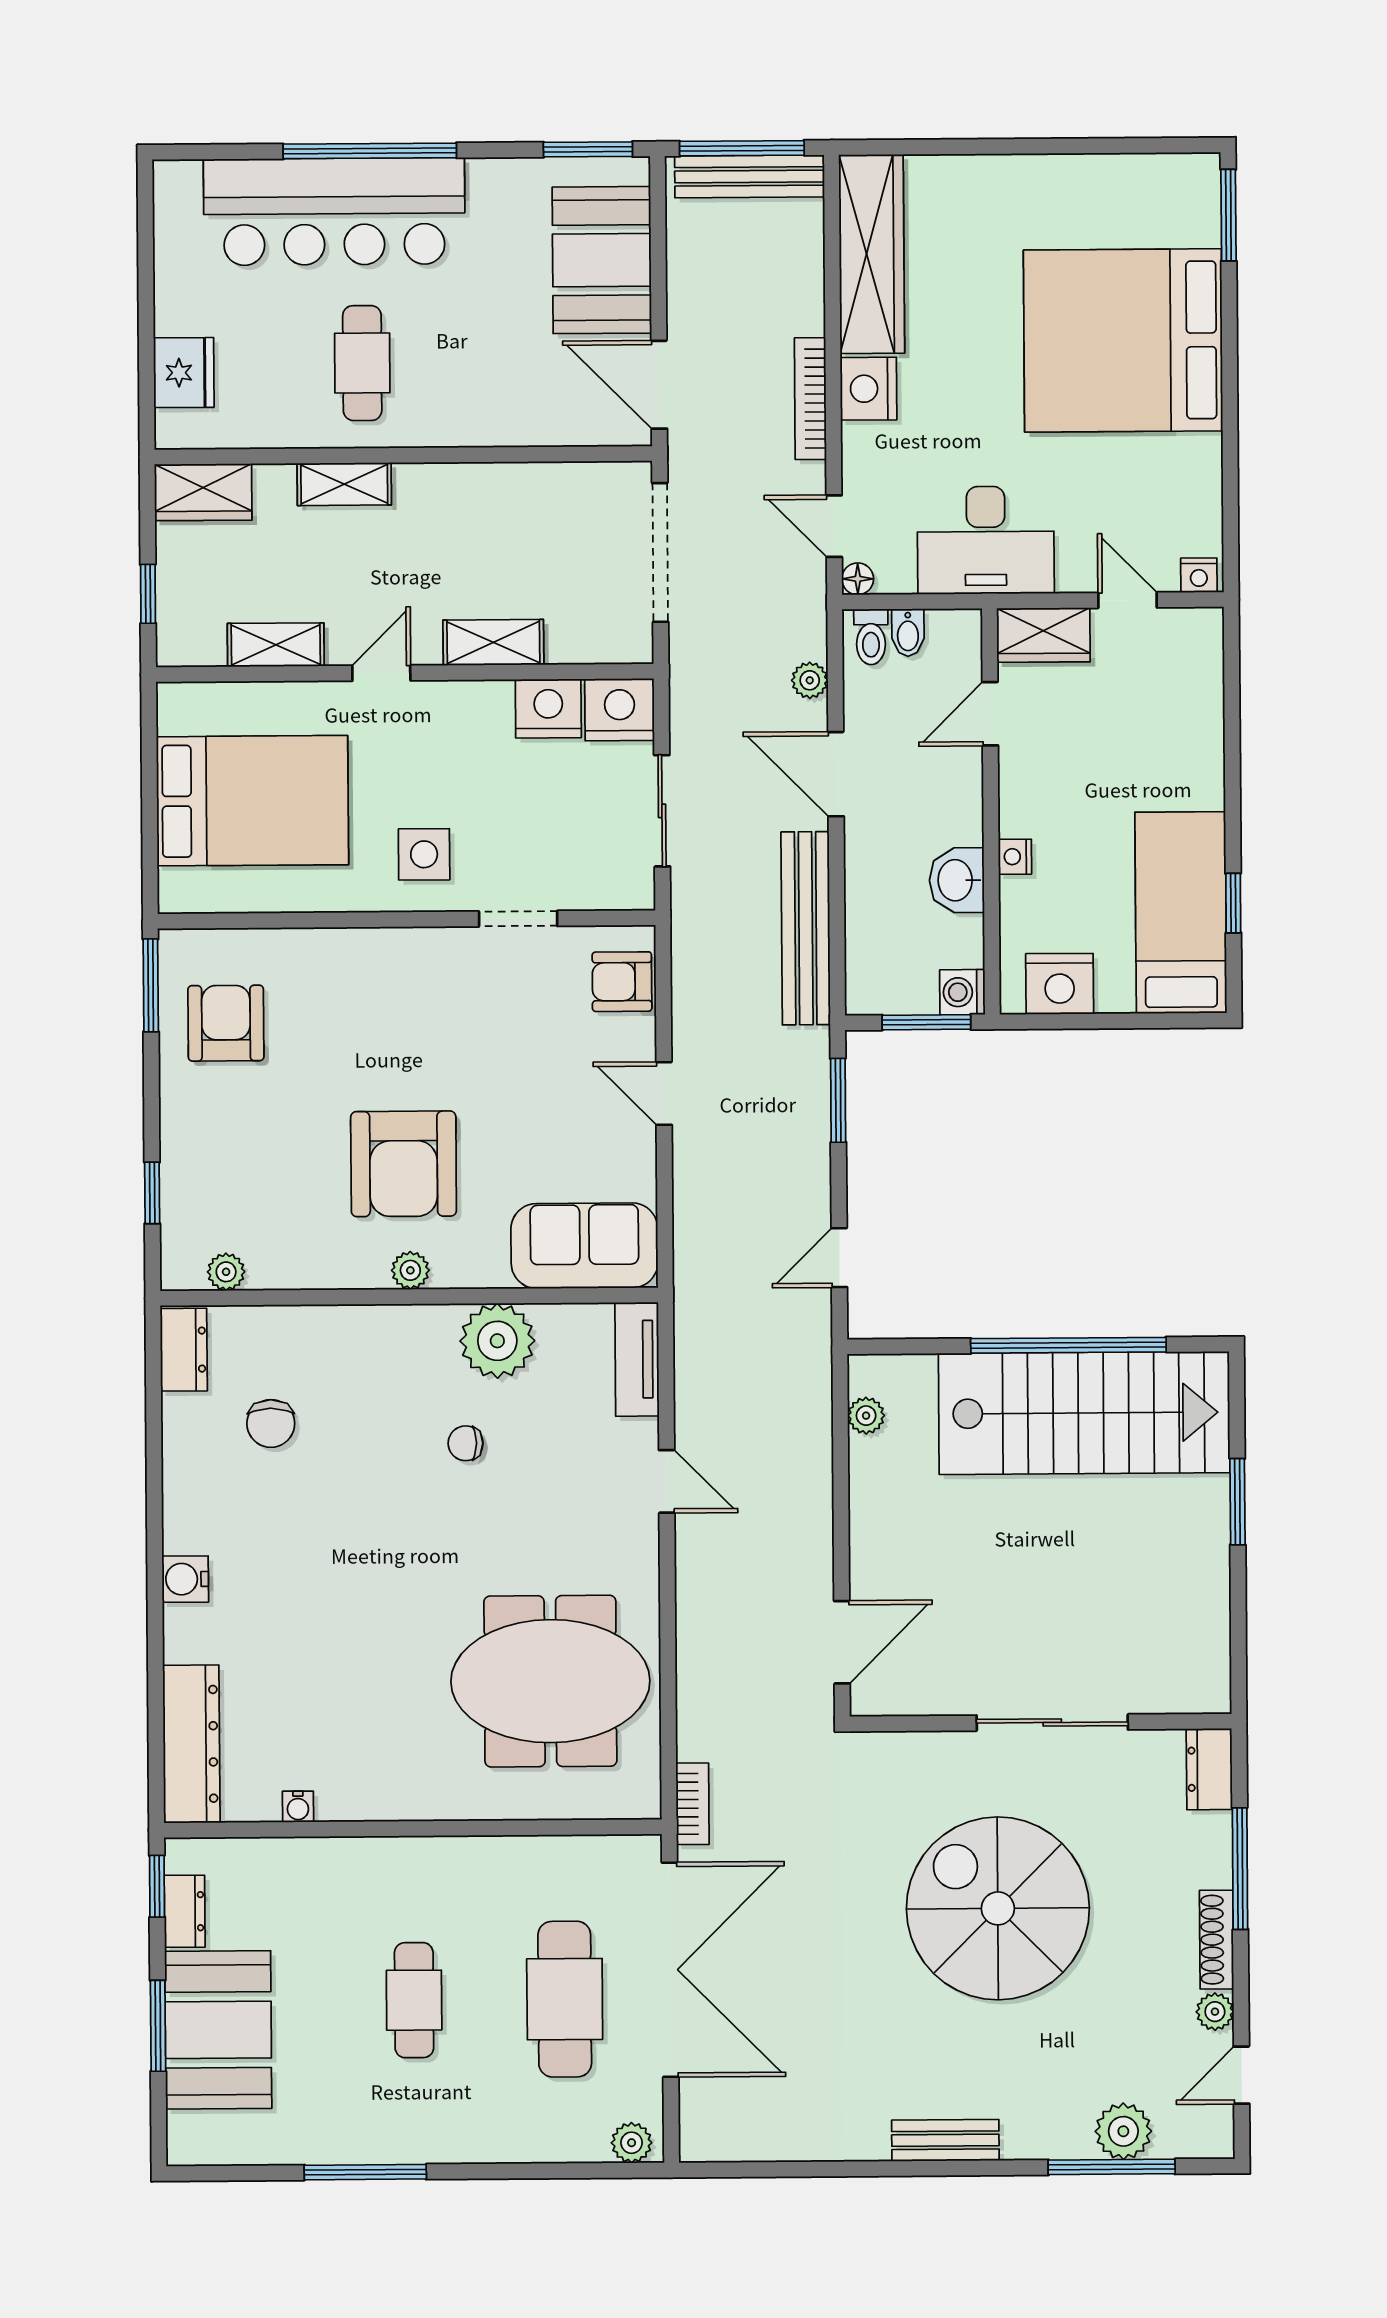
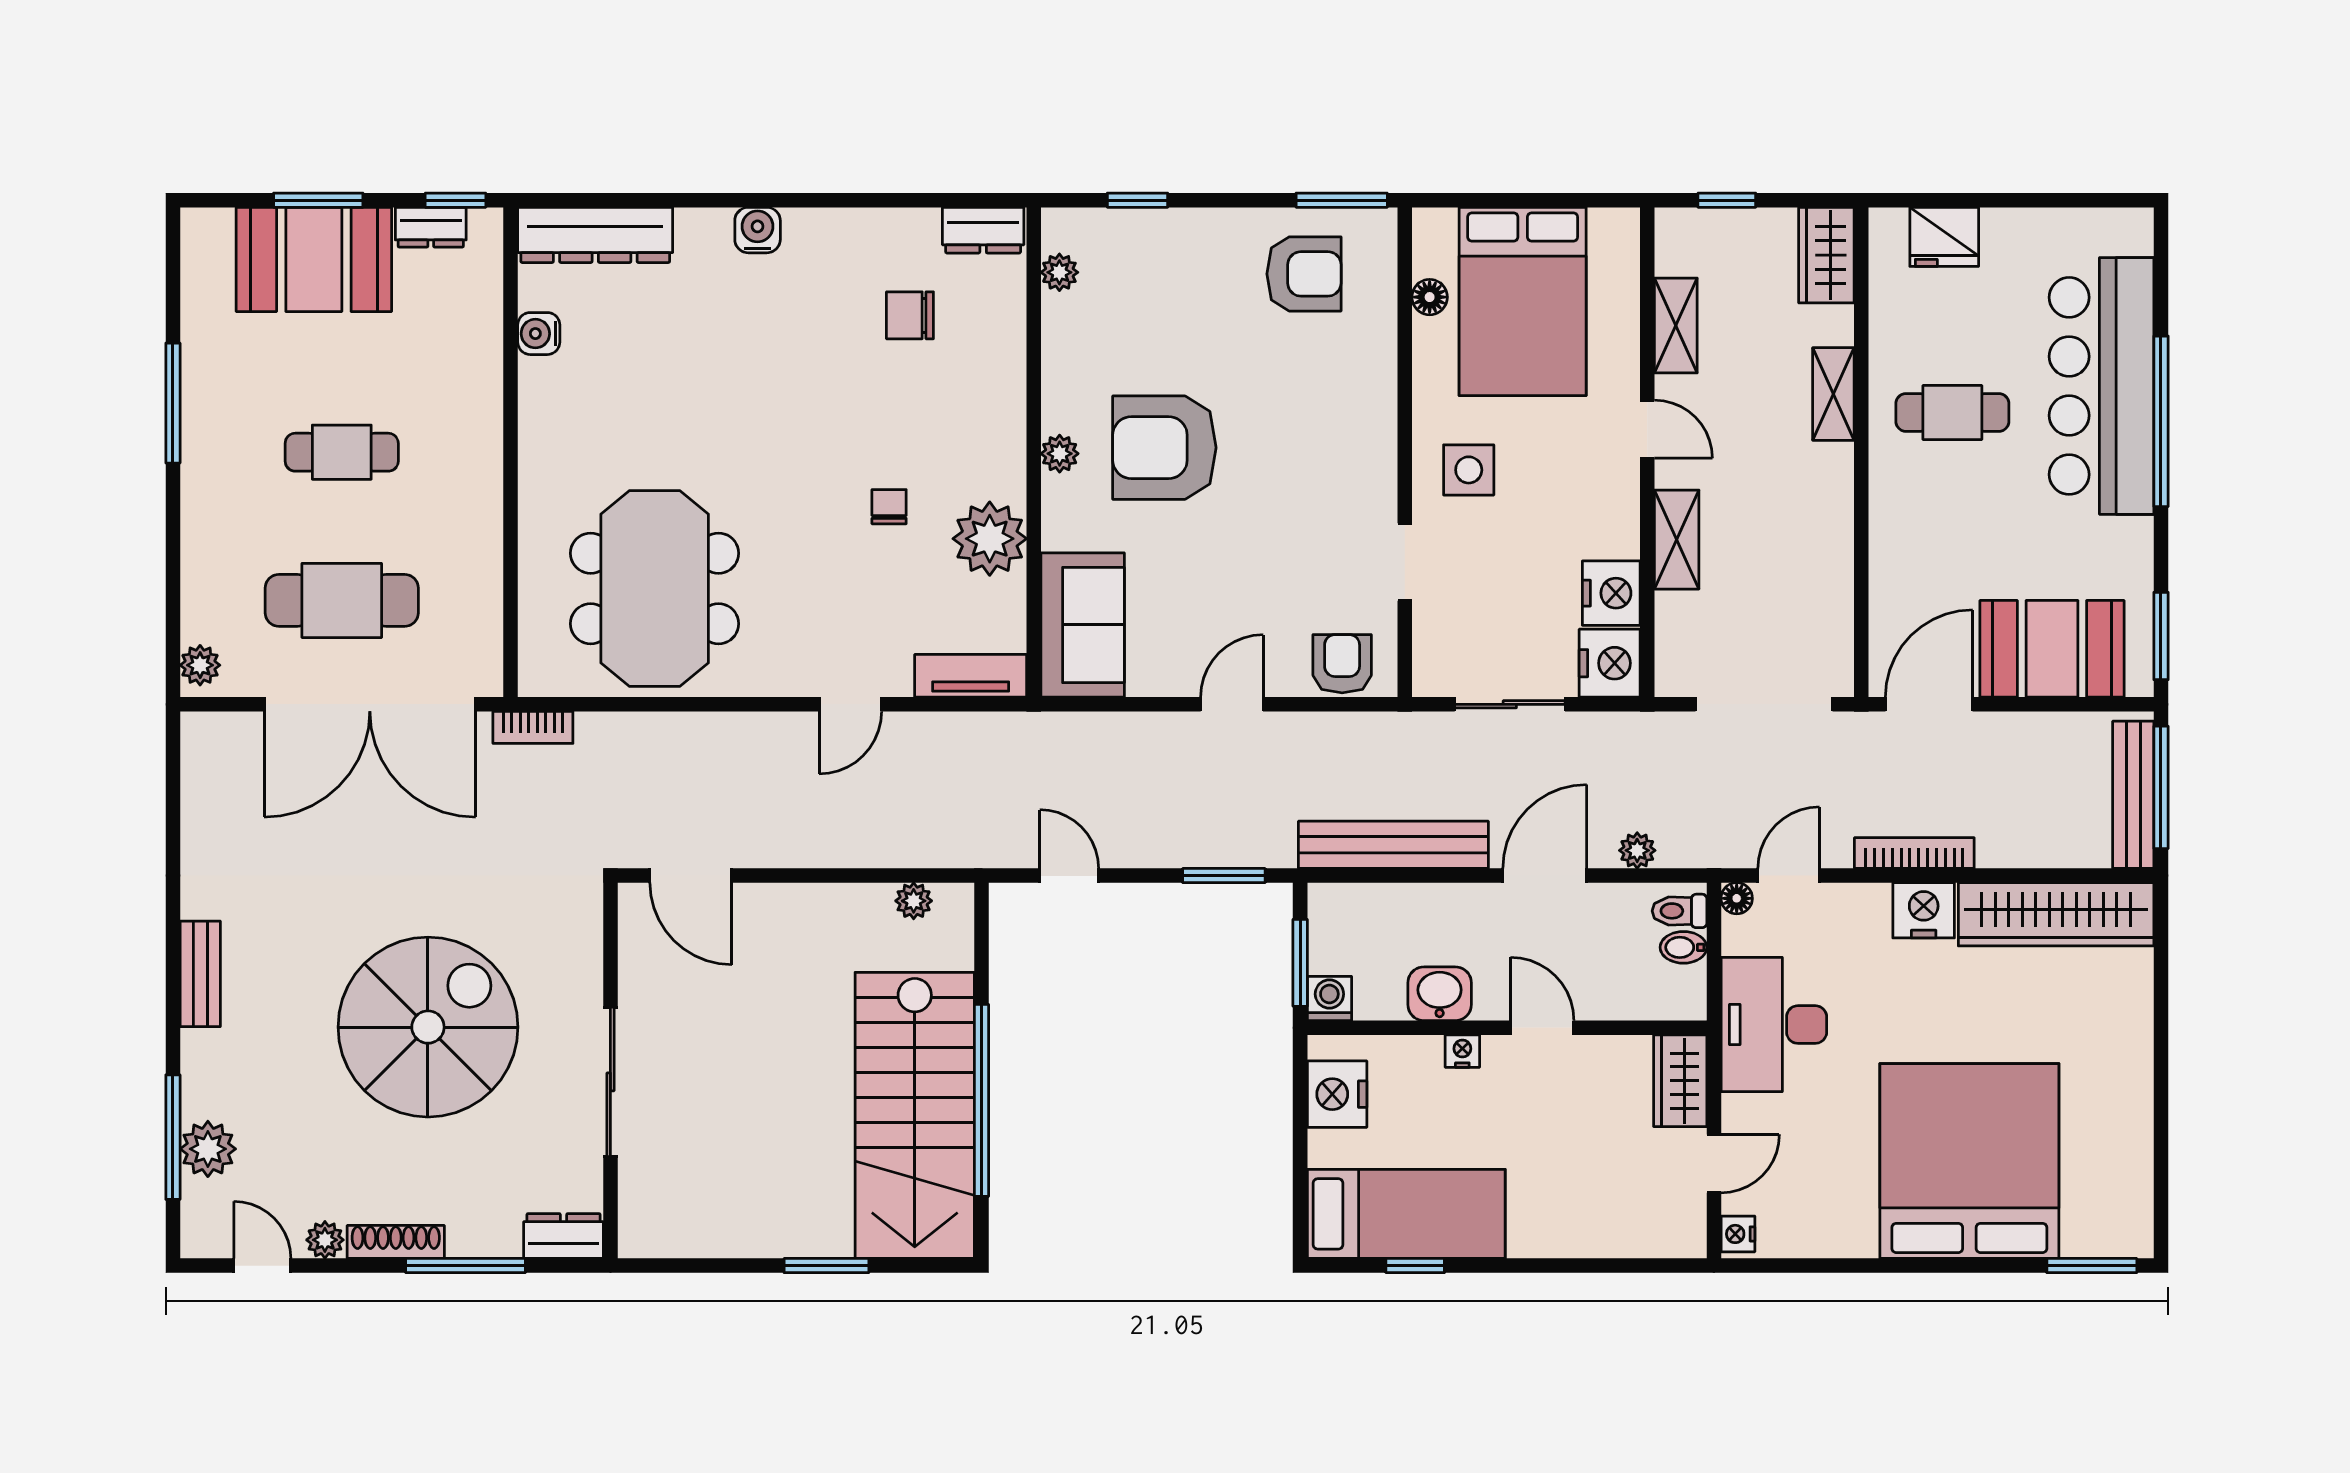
door: (990, 714) -> (1542, 1028), moved
floor lamp: (249, 895) -> (1430, 297), added
water cooler: (298, 1807) -> (539, 334), width x1.38, depth x1.38

